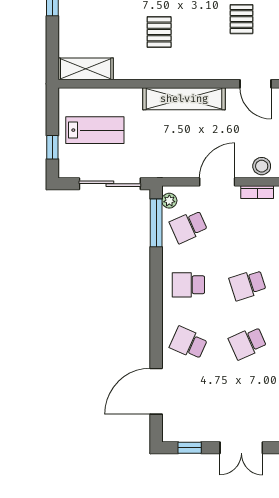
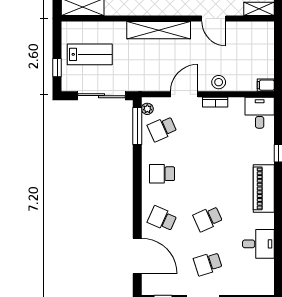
school desk: (248, 285) -> (208, 264), moved
door: (156, 391) -> (137, 256), swing flipped

